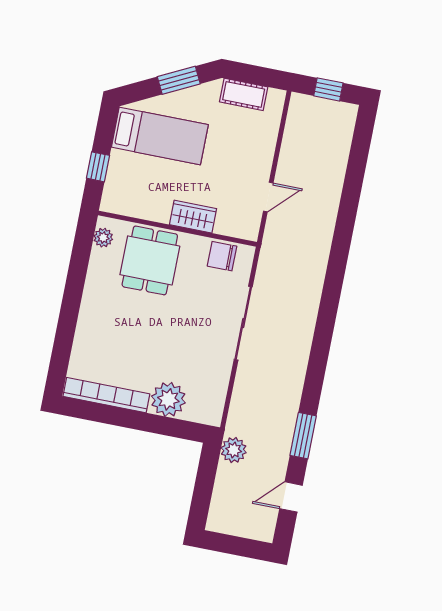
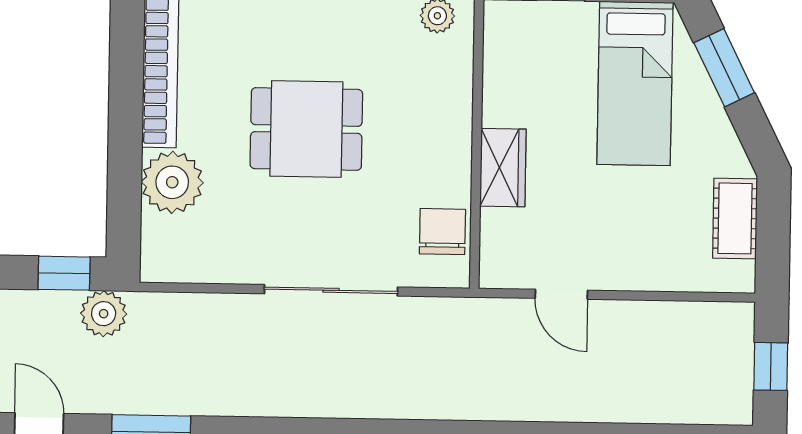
window: (179, 80) -> (724, 68), moved
dining table: (150, 260) -> (306, 129), moved
window: (208, 468) -> (64, 273), added

